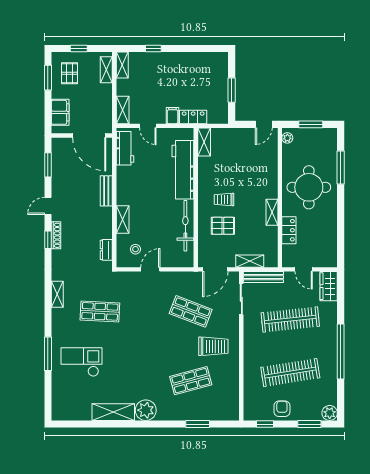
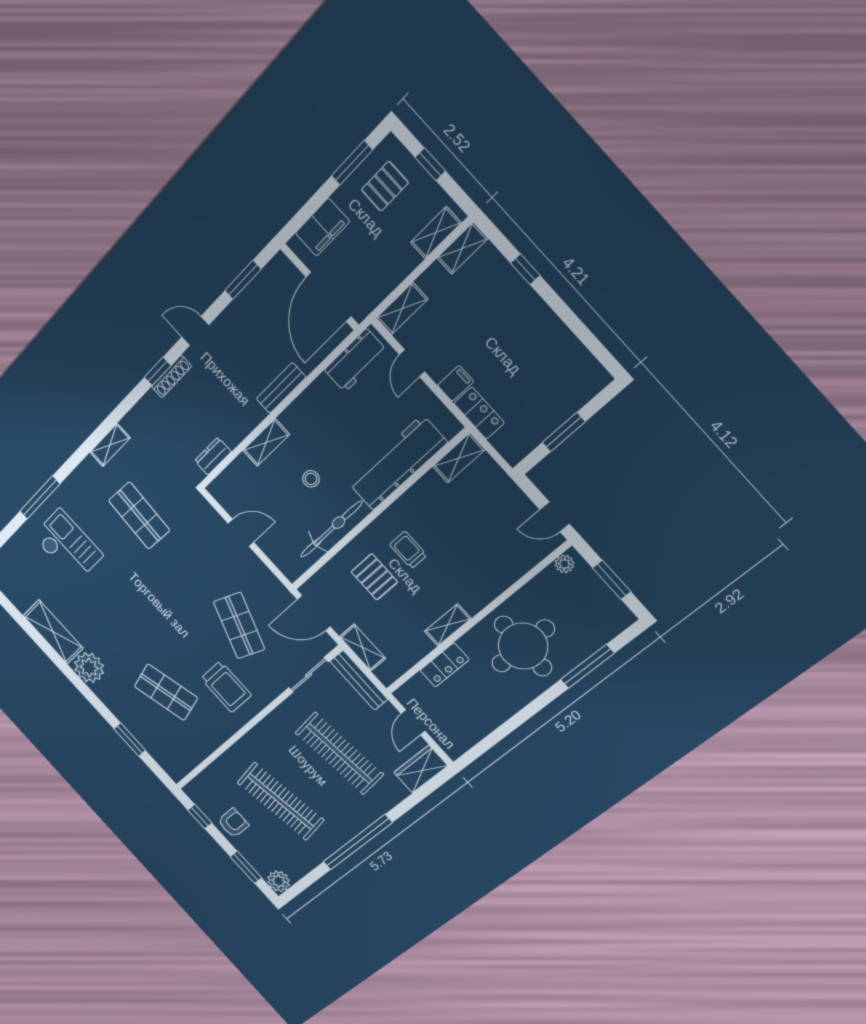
stool: (135, 249) -> (311, 479), moved

